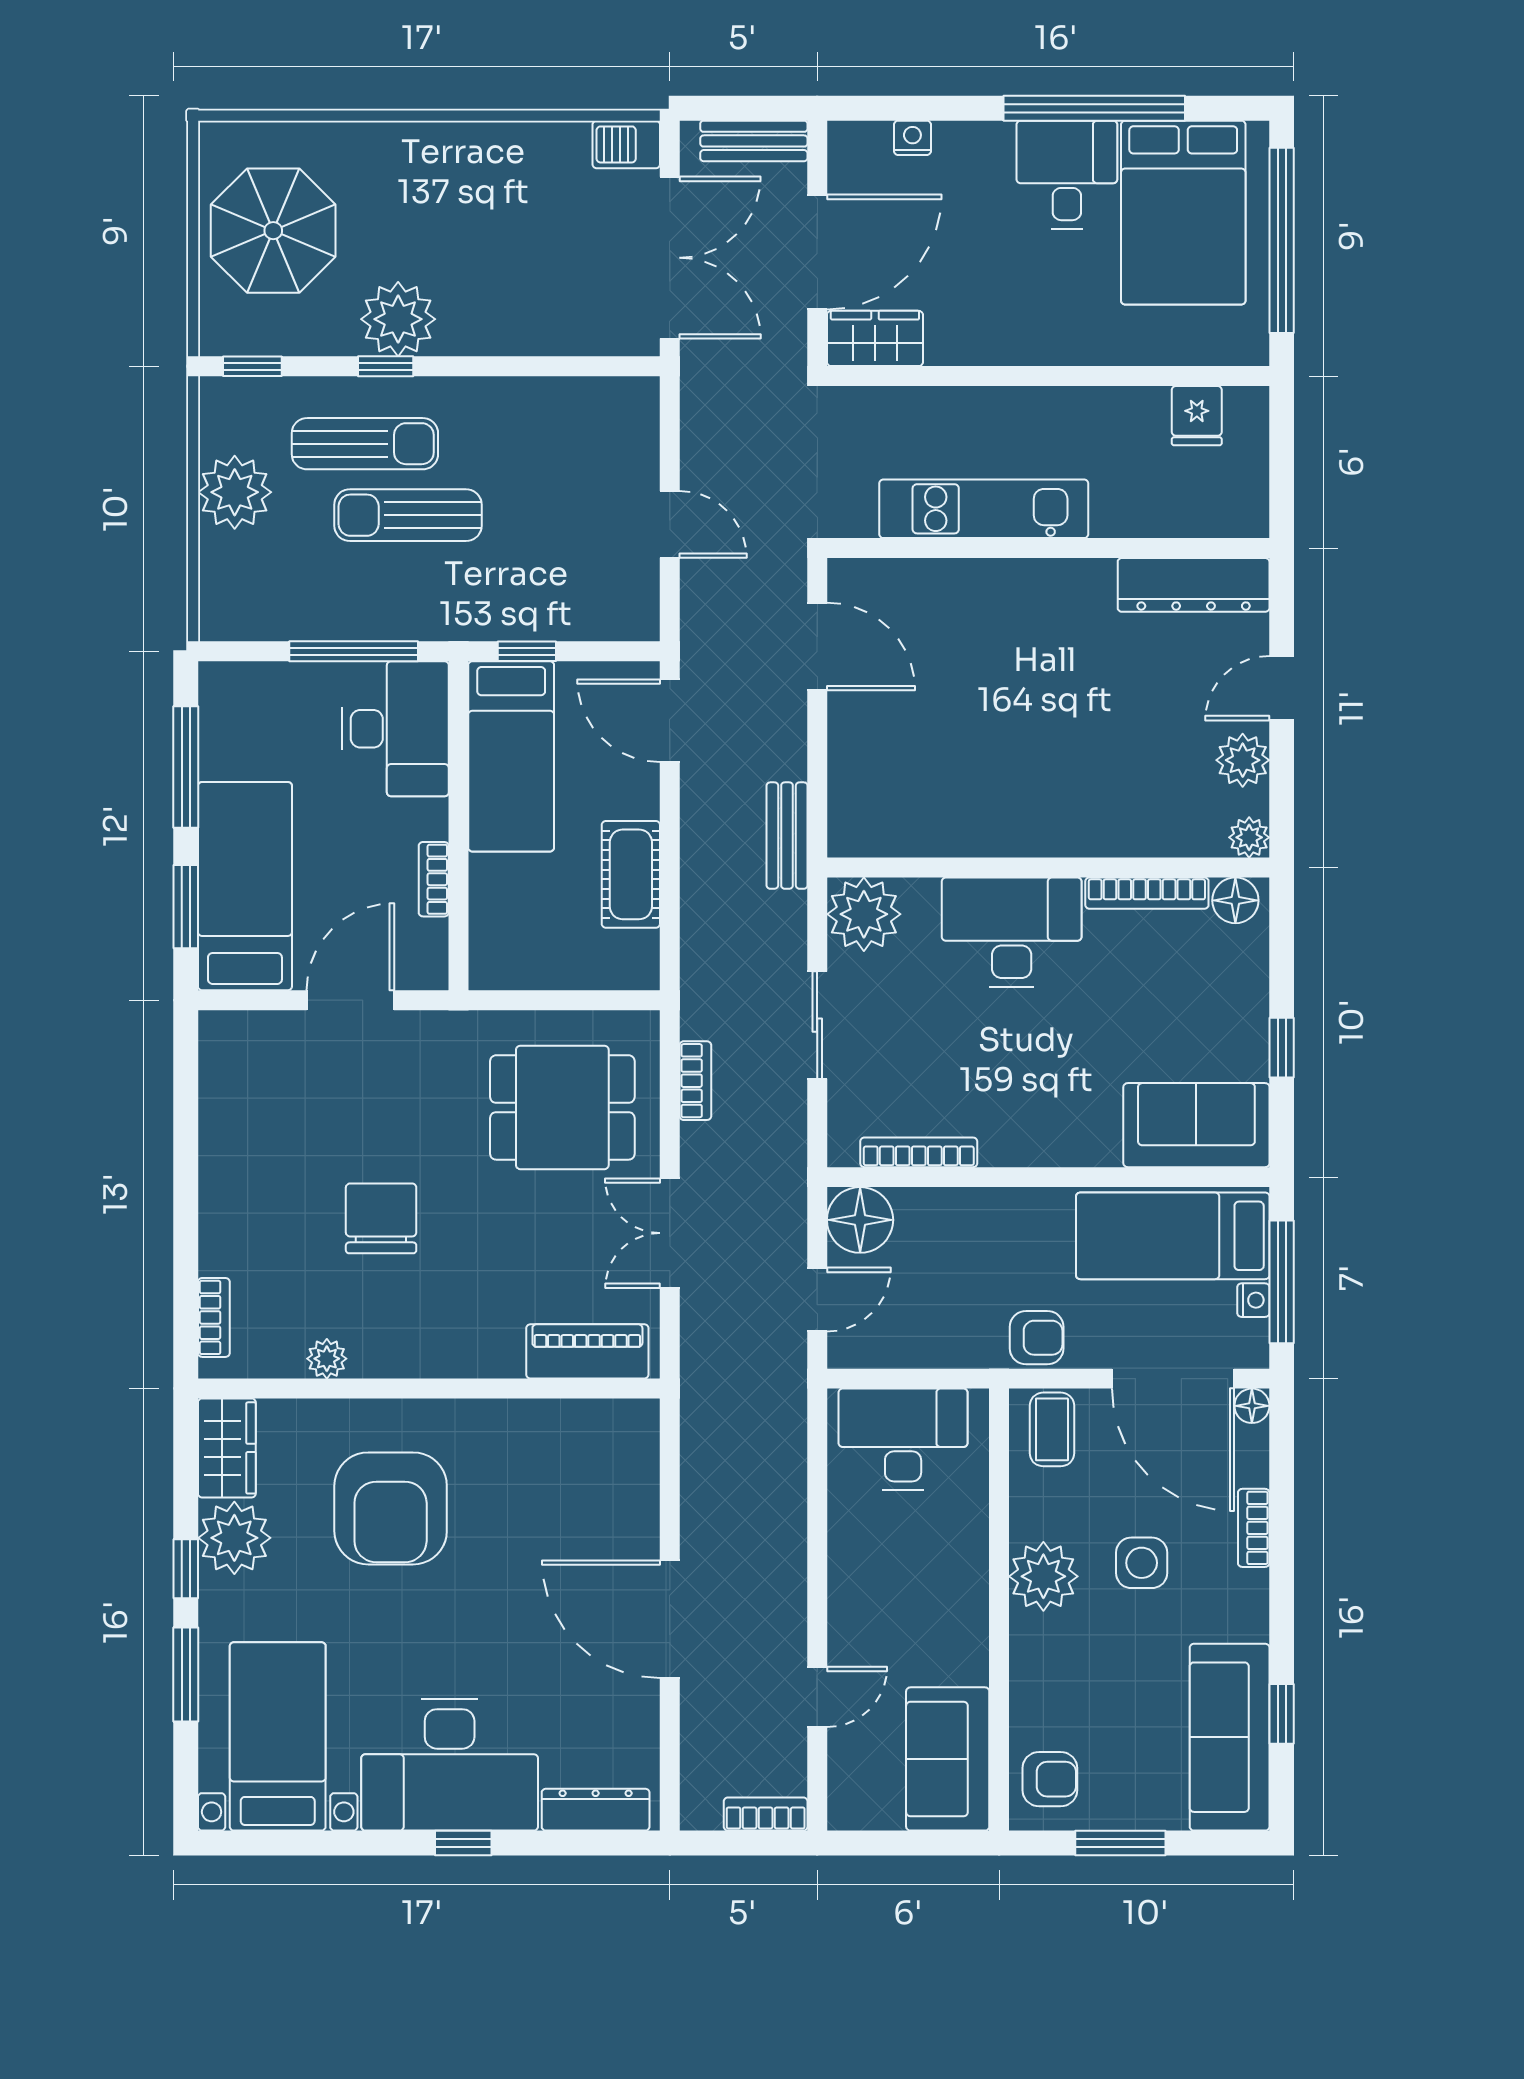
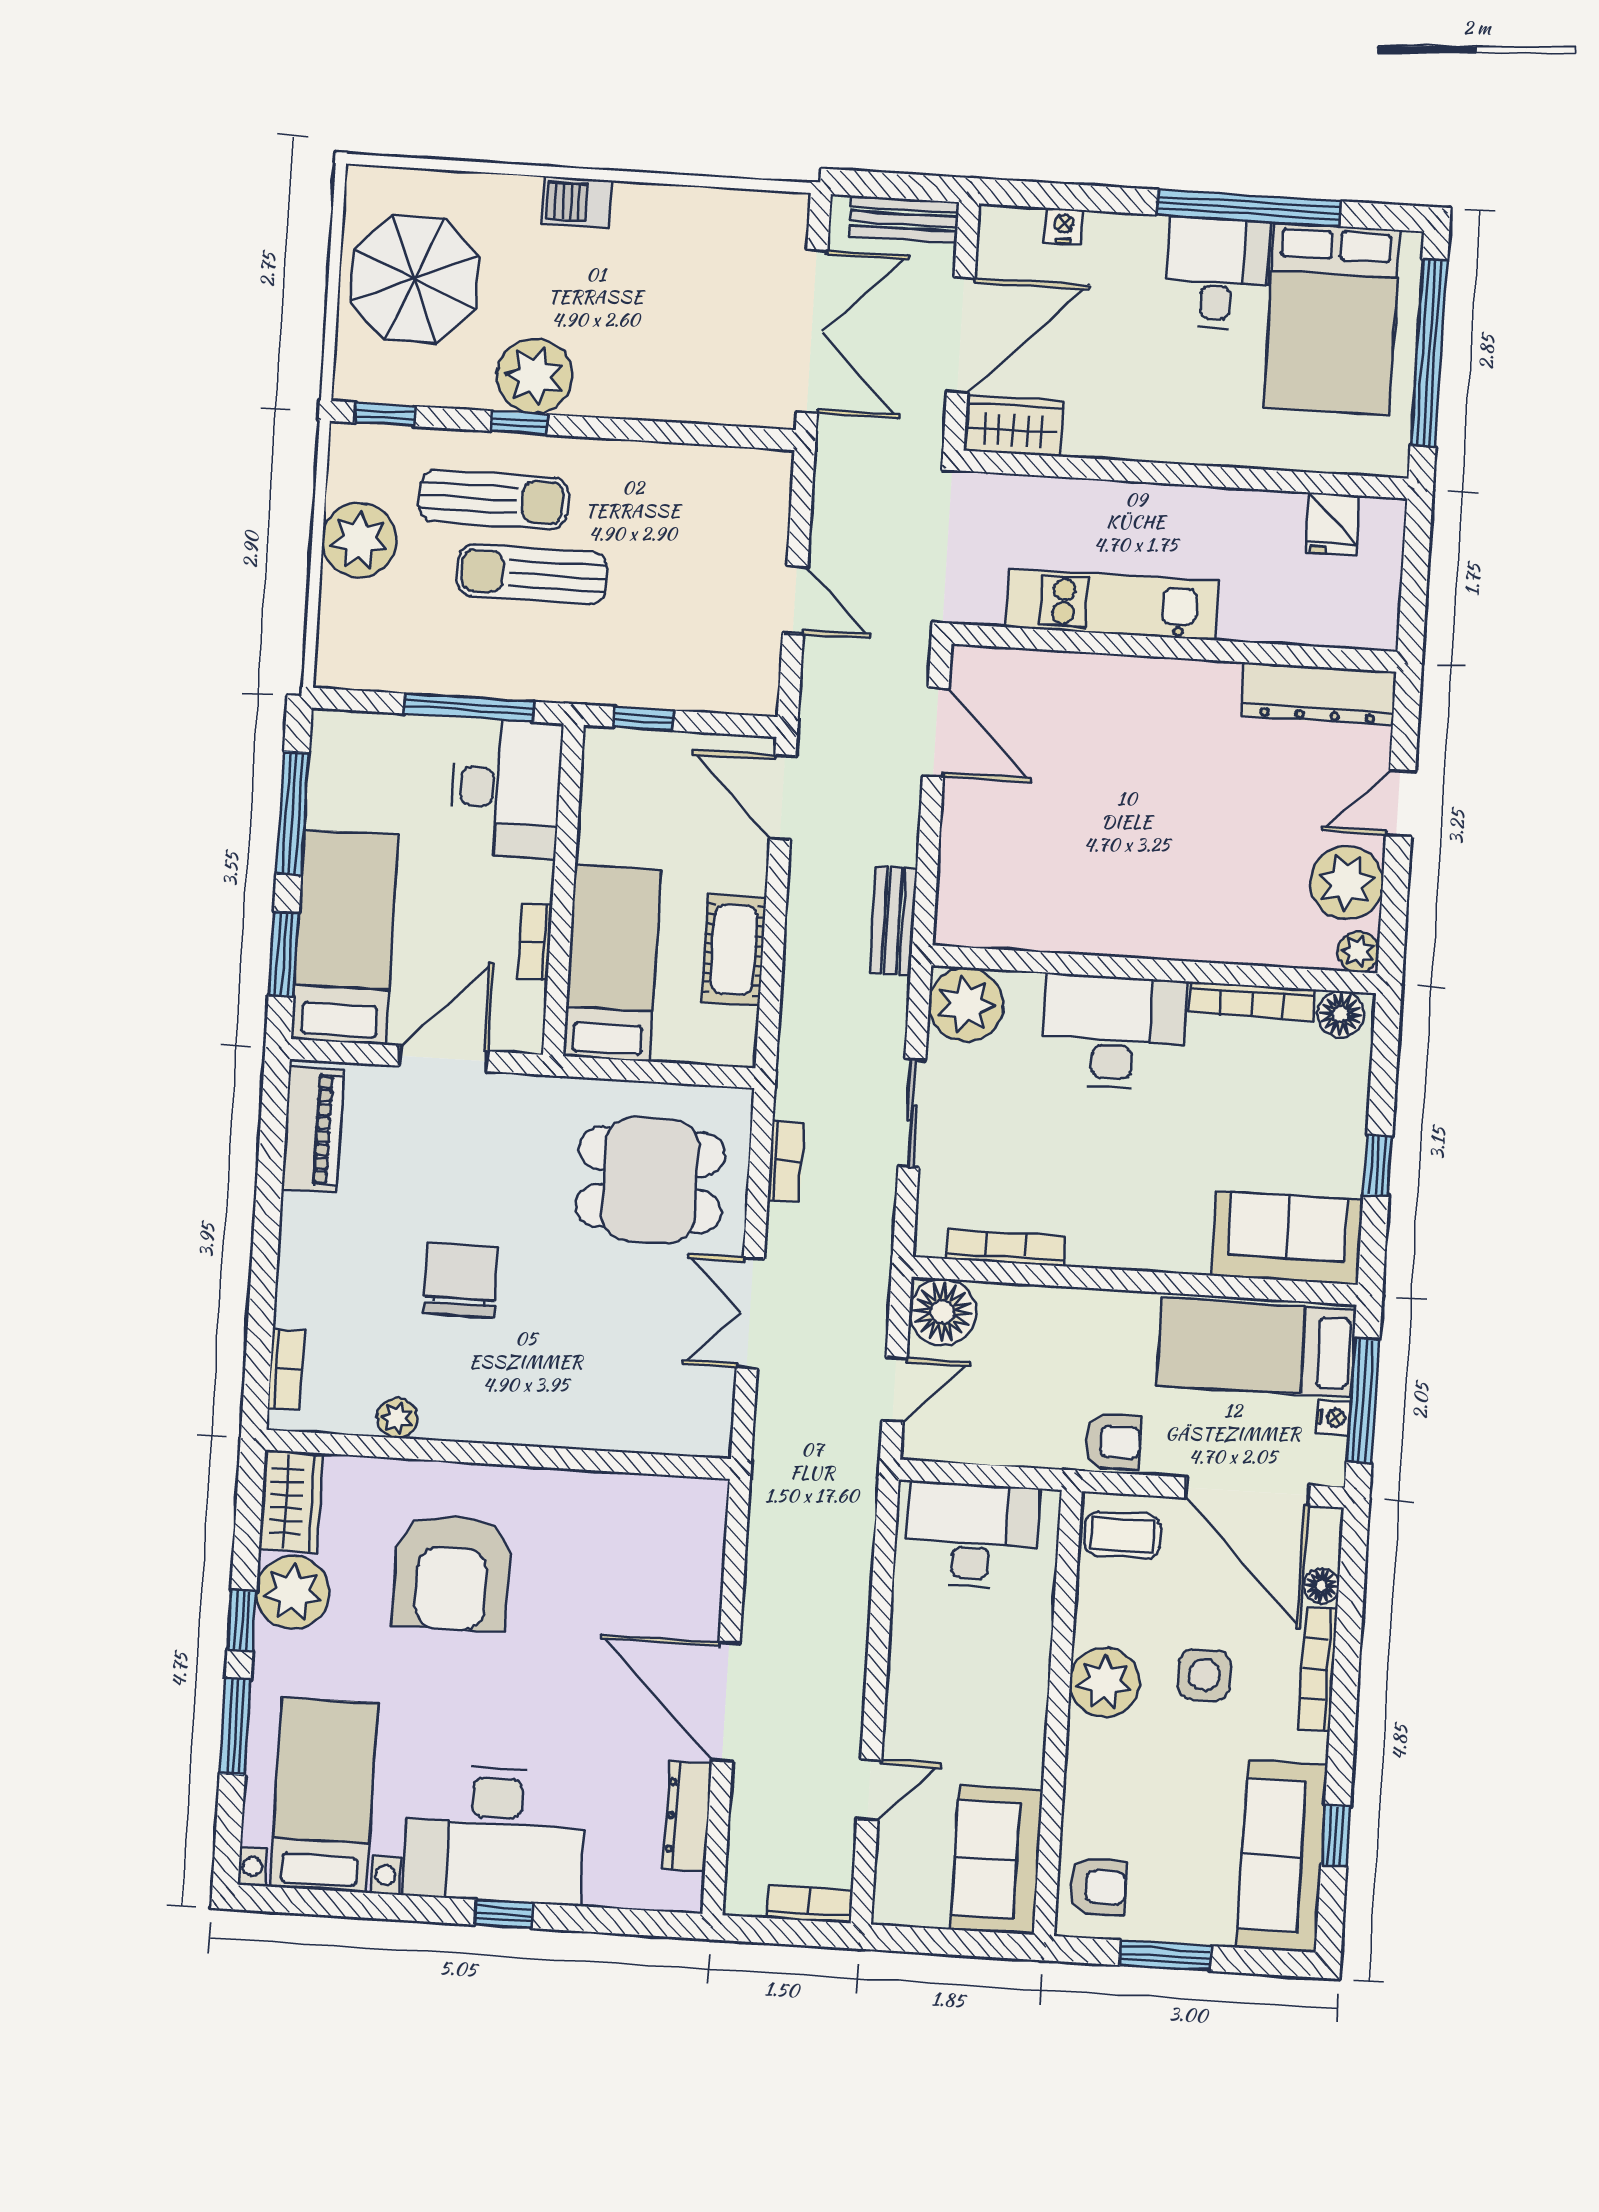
barbecue: (626, 144) -> (577, 202), moved
bed: (511, 756) -> (612, 963), moved, turned 180
plant: (1243, 760) -> (1346, 883), width x1.36, depth x1.36
piano: (587, 1351) -> (313, 1129), moved, turned 90
floor lamp: (1252, 1406) -> (1321, 1586), moved
coffee table: (1052, 1429) -> (1122, 1535), turned 90
bookcase: (1254, 1528) -> (1318, 1669), width x1.56
dresser: (596, 1810) -> (687, 1816), moved, turned -90

